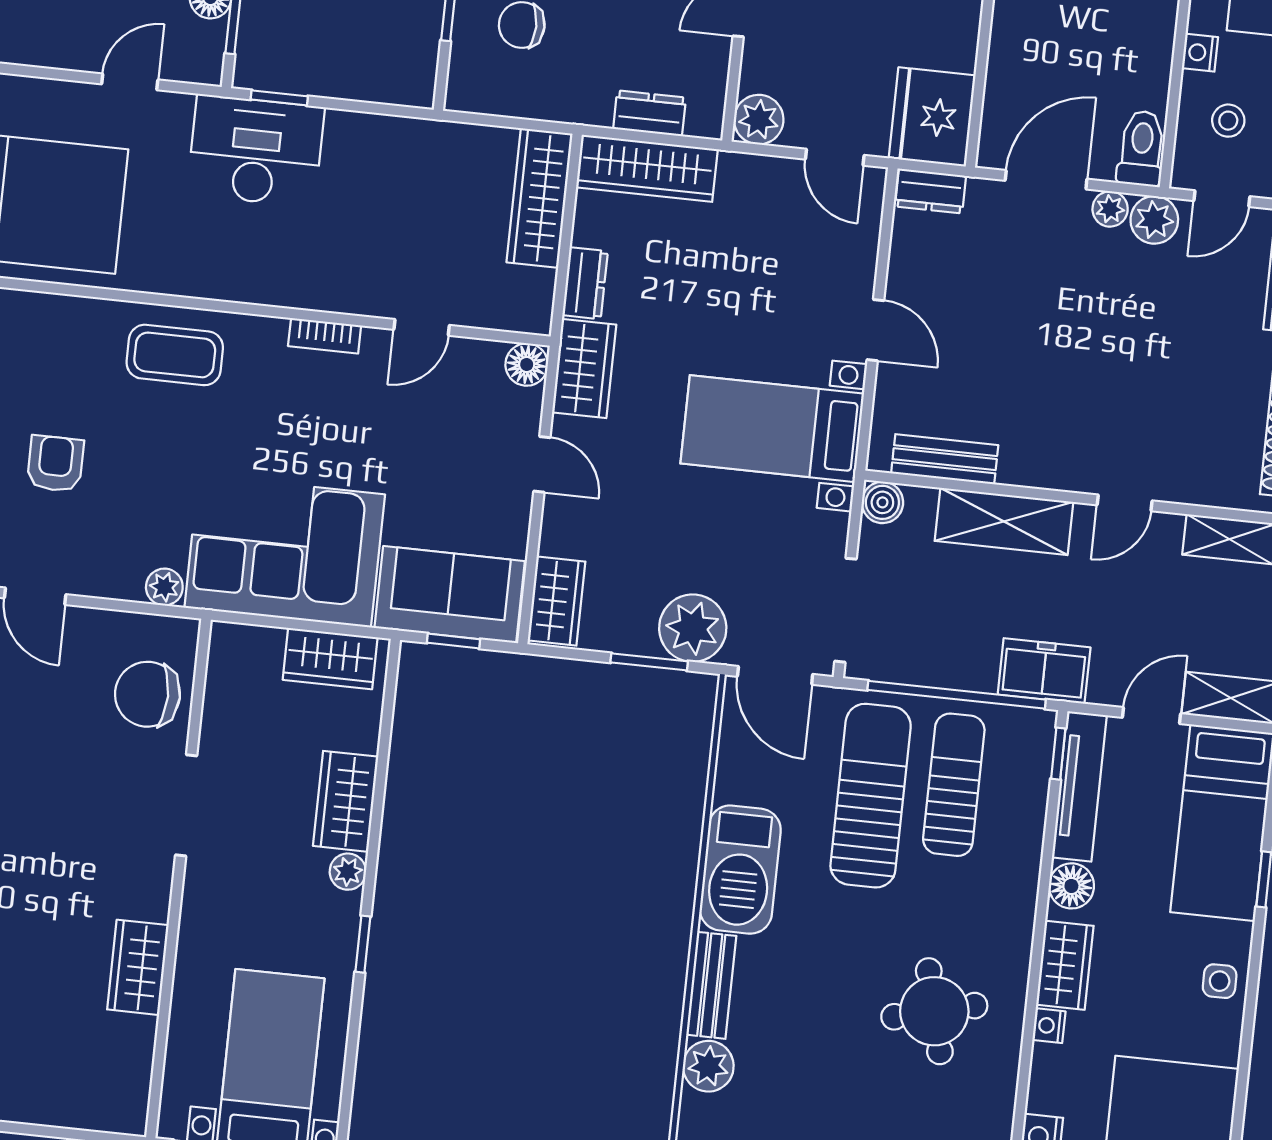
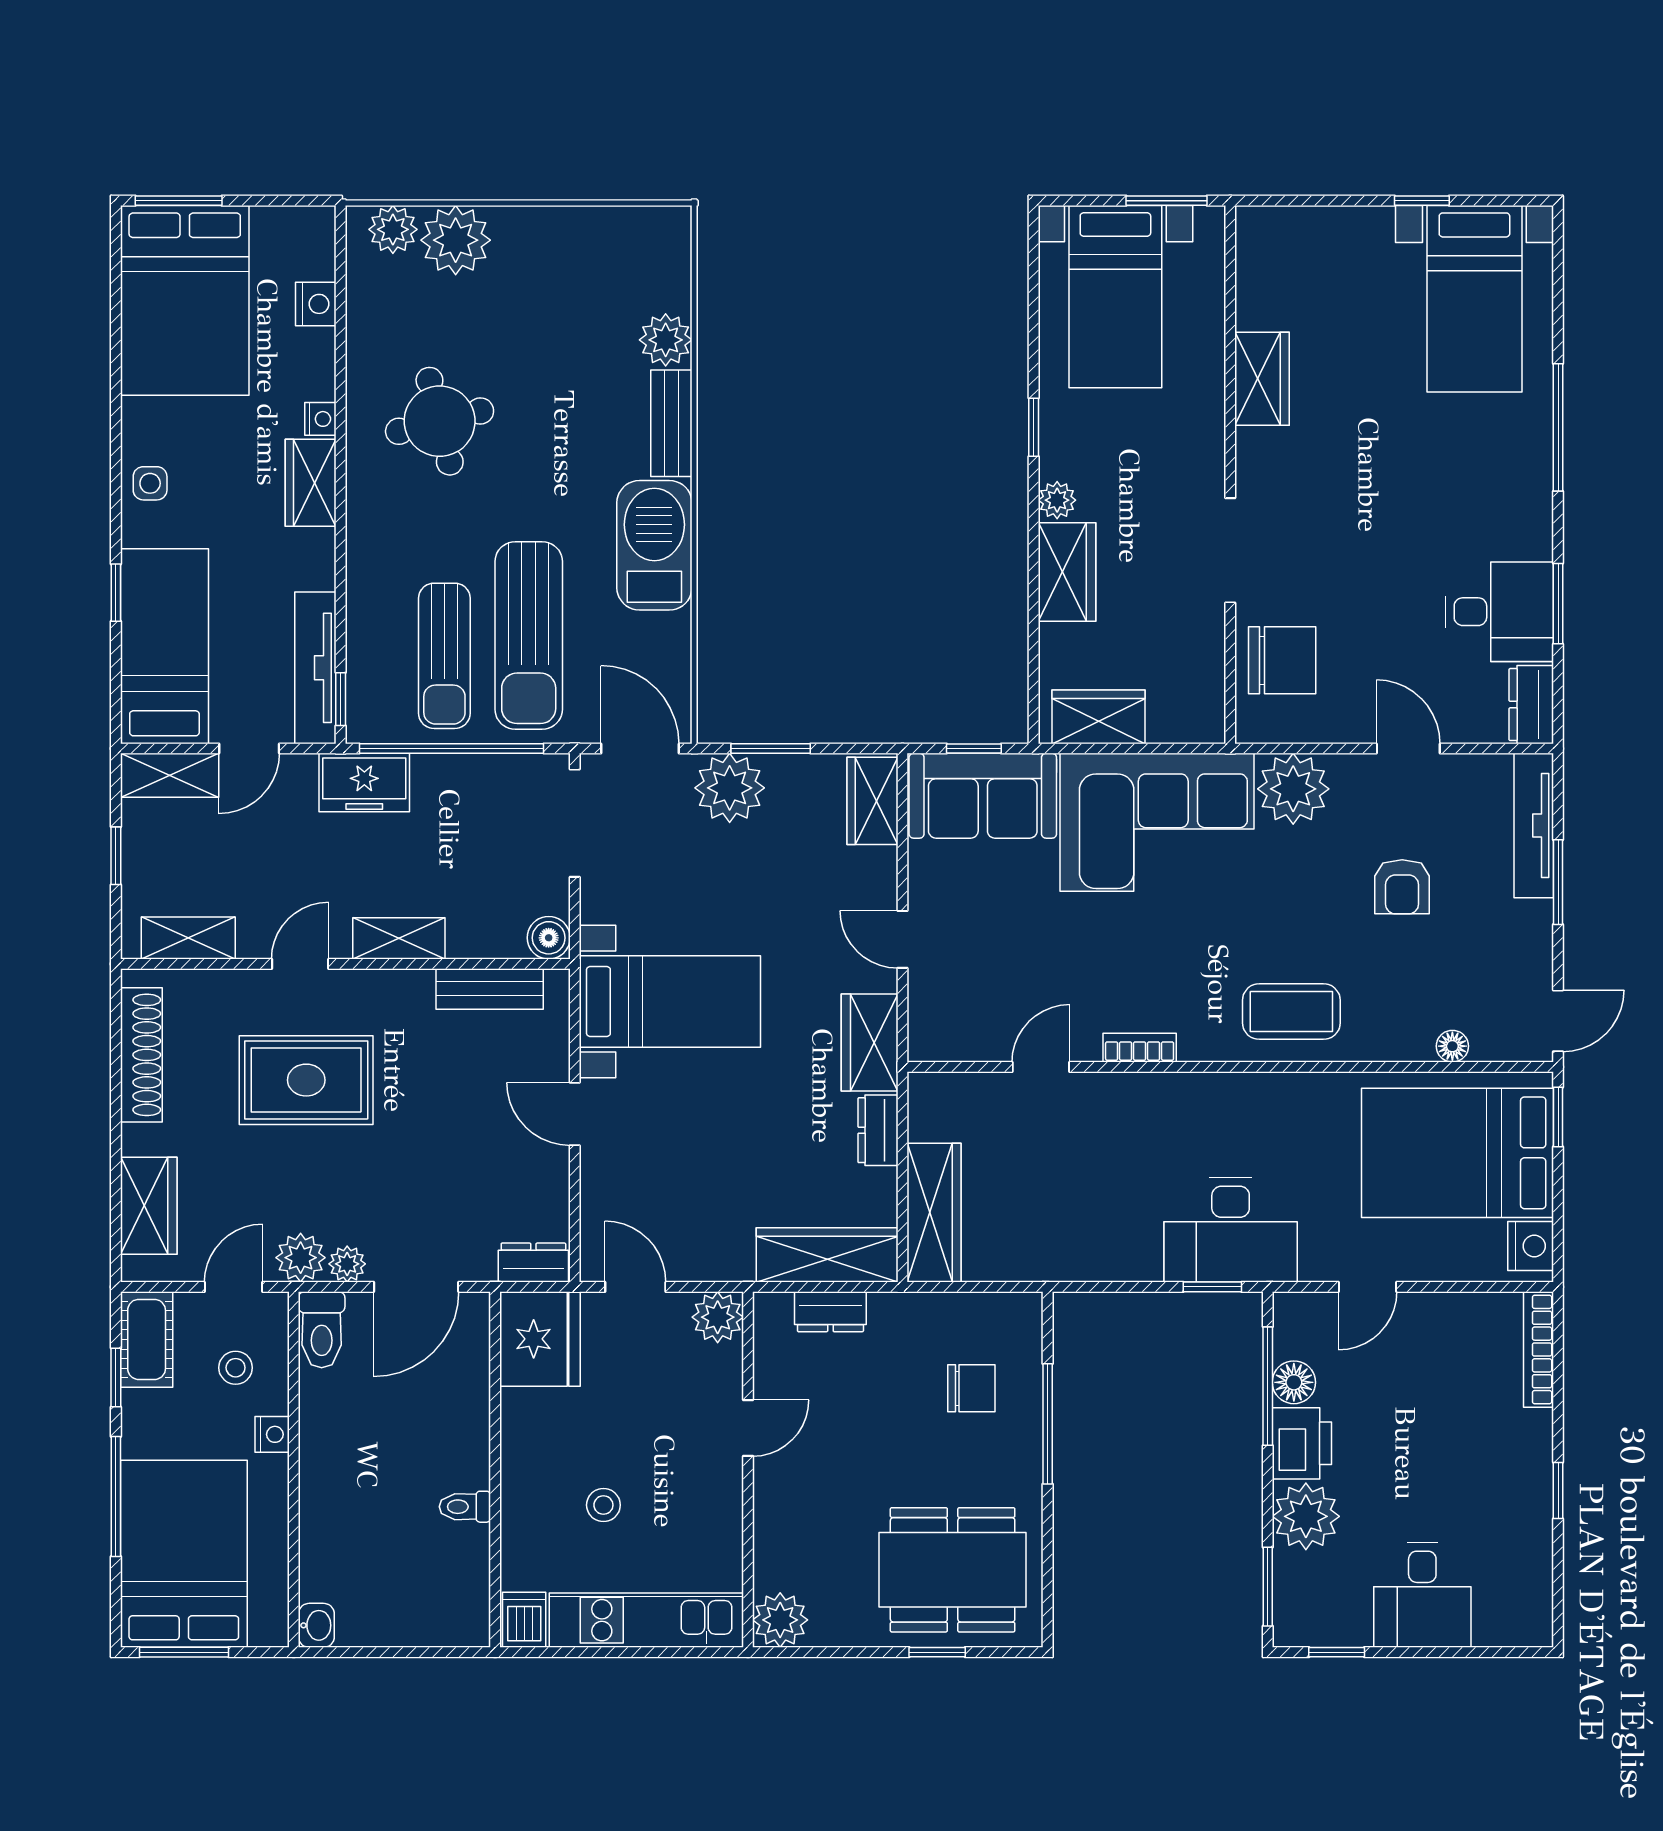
floor lamp: (527, 365) -> (1452, 1046), moved, width x0.73, depth x0.73
rug: (1131, 390) -> (306, 1080), added
shelving: (1004, 521) -> (399, 938), width x0.67, depth x0.75
plant: (164, 587) -> (1293, 789), width x1.88, depth x1.88
floor lamp: (1071, 886) -> (313, 565), removed

